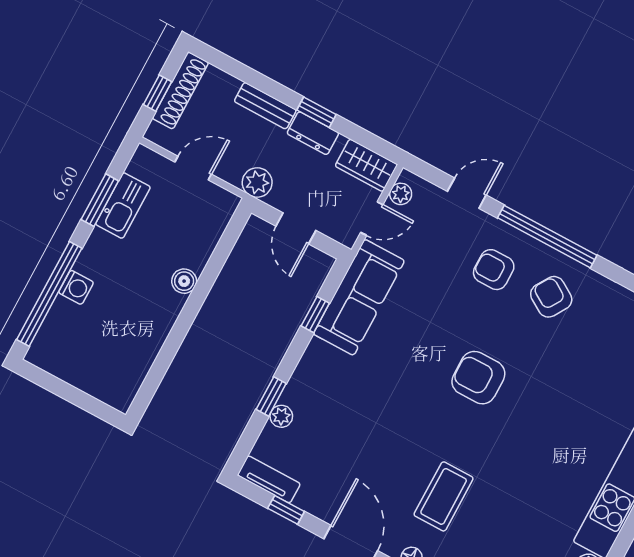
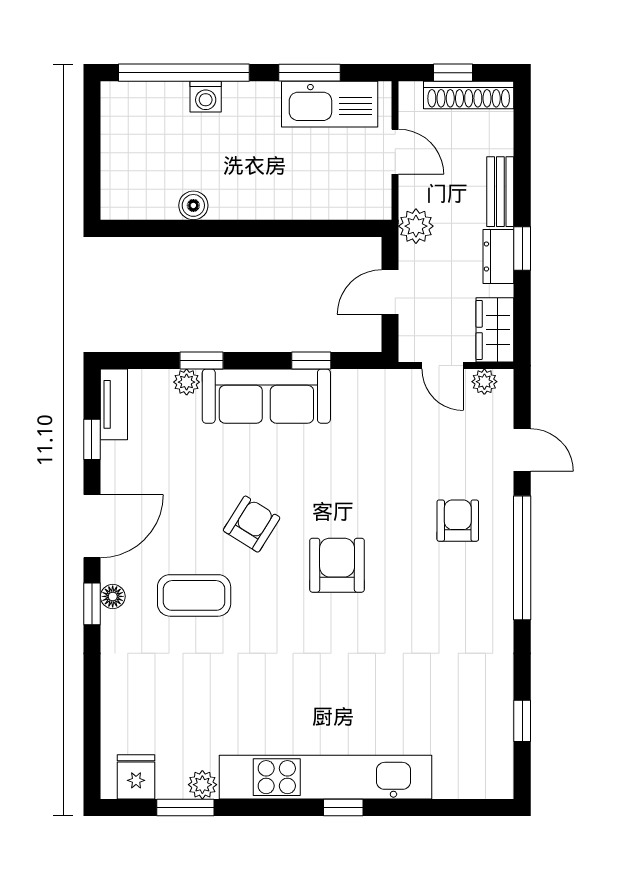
kitchen sink: (123, 206) -> (330, 104), width x1.36, depth x1.24
boiler: (184, 281) -> (193, 205), moved
sofa: (359, 297) -> (266, 396), moved
armchair: (551, 297) -> (252, 524), moved

